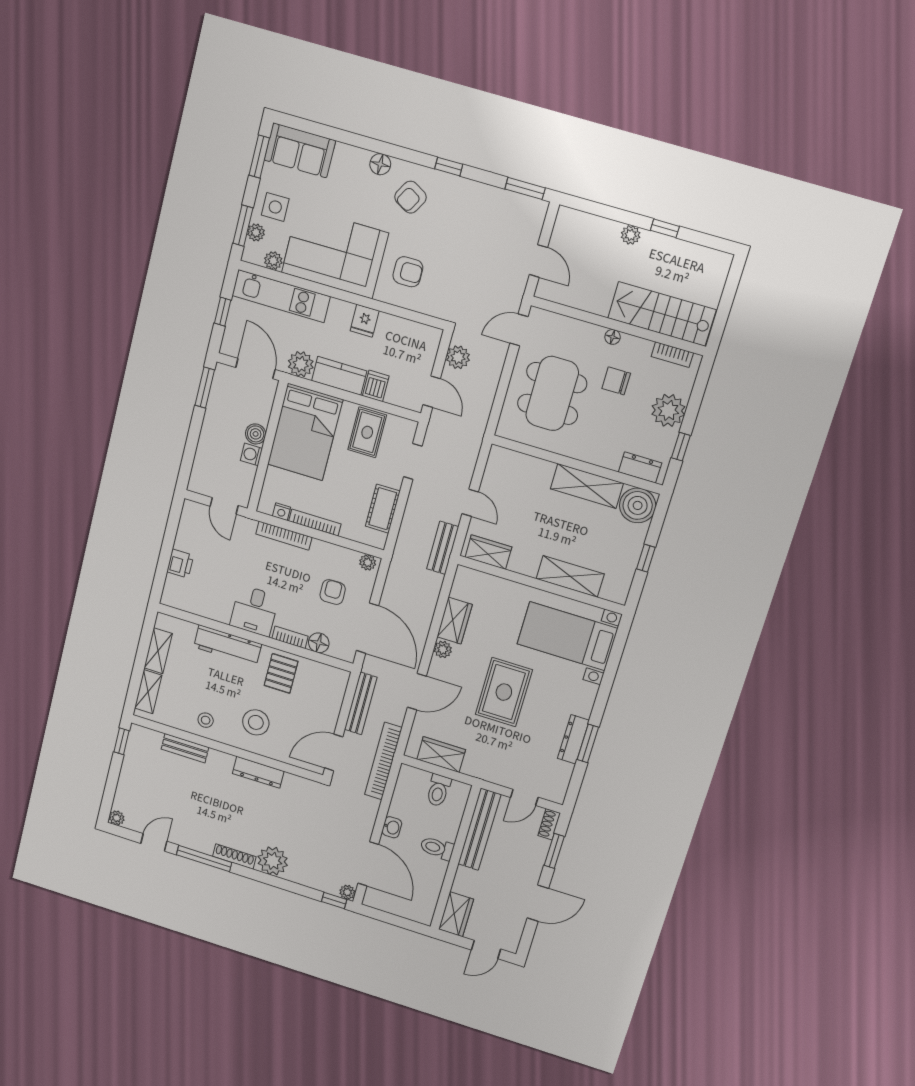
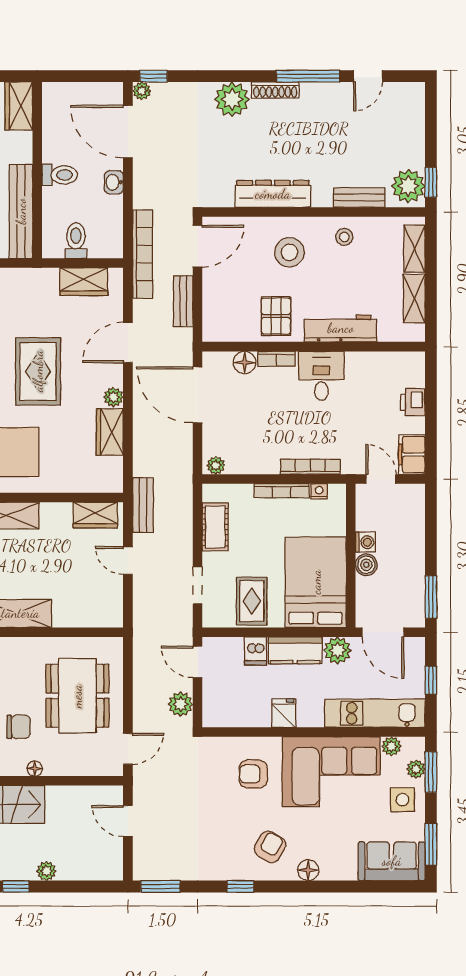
filing cabinet: (192, 519) -> (412, 454), added
armchair: (333, 592) -> (244, 422), removed
bench: (361, 703) -> (183, 301), width x0.73
dresser: (258, 772) -> (273, 194), width x1.37, depth x1.24
plant: (117, 818) -> (408, 186), moved, width x1.87, depth x1.87

